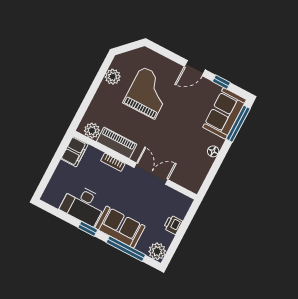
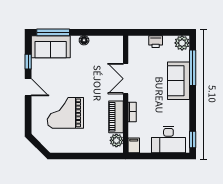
plant: (113, 77) -> (67, 146), removed
filing cabinet: (74, 152) -> (134, 145), width x0.50
desk: (83, 205) -> (168, 140), moved, turned 90
window: (88, 229) -> (193, 139), moved

